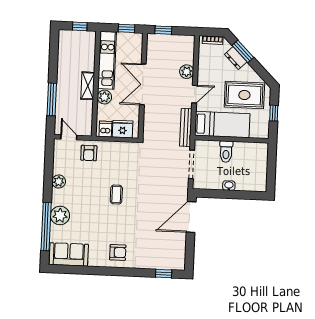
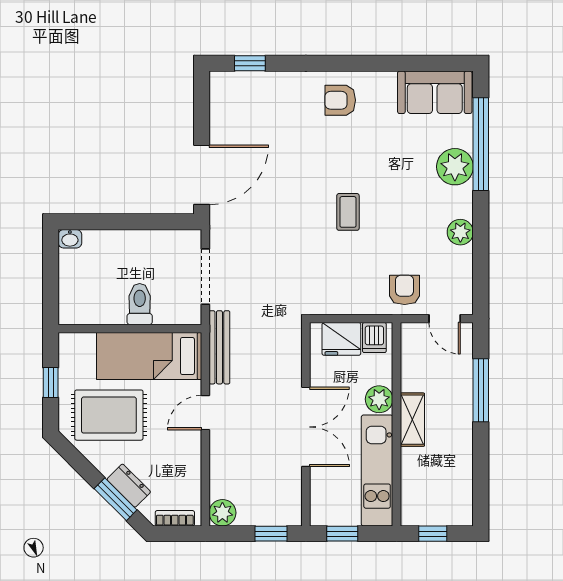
plant: (187, 72) -> (222, 513), moved
washbasin: (229, 186) -> (70, 239), moved

